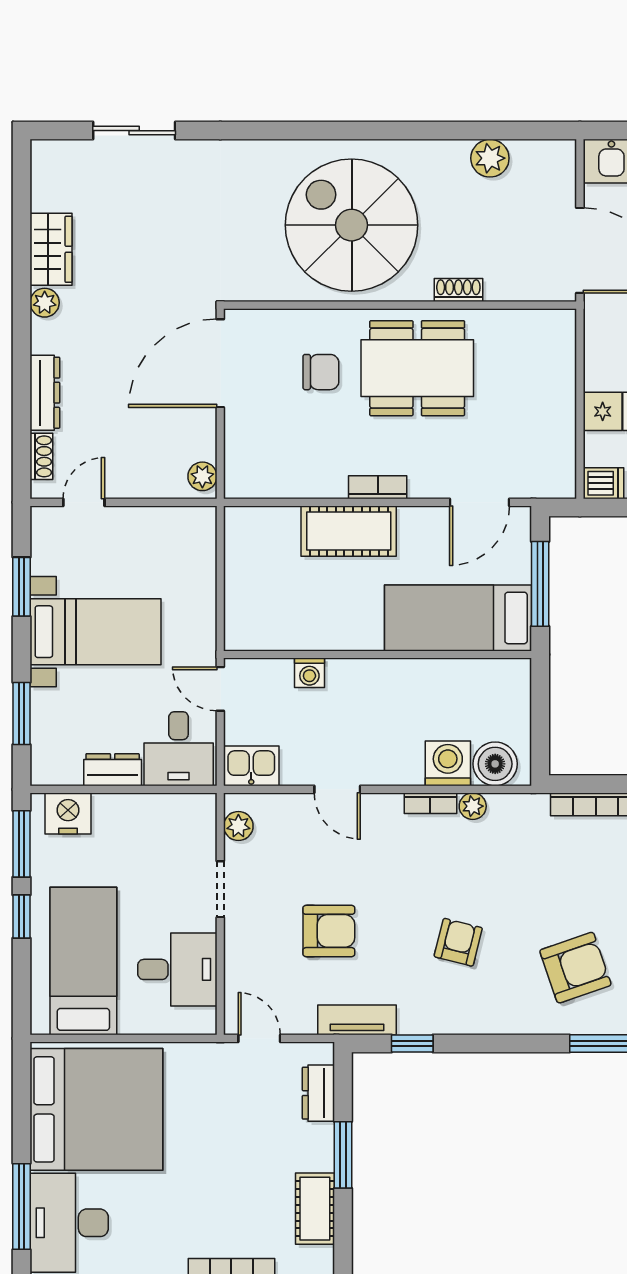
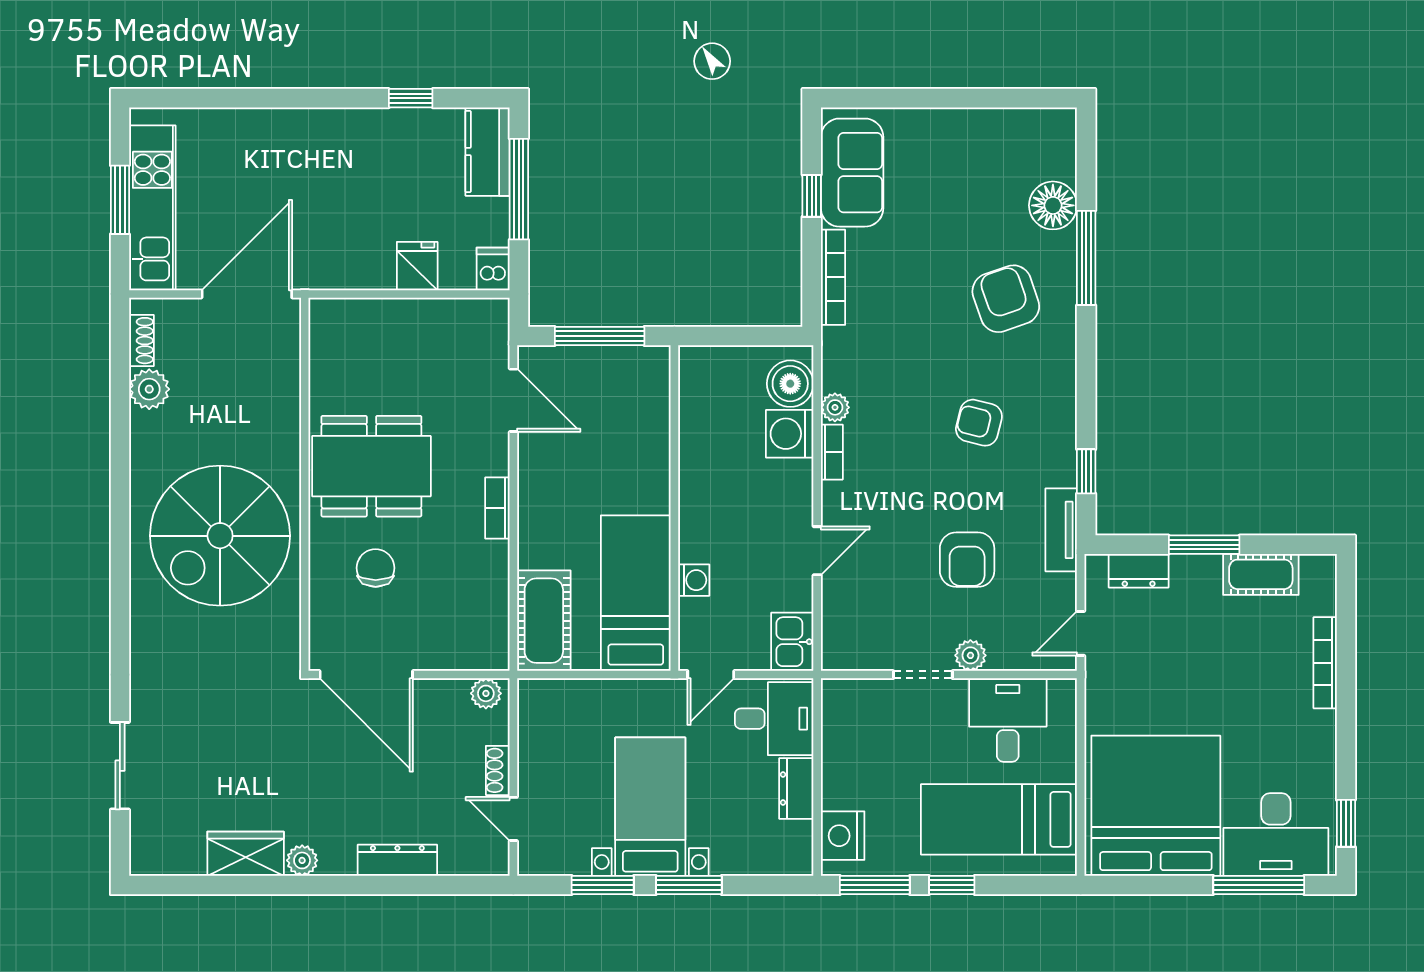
shoe rack: (458, 290) -> (142, 341), moved, turned 180
dining table: (417, 368) -> (371, 466), turned 90
shoe rack: (41, 456) -> (498, 770), moved, turned -90
cot: (349, 531) -> (544, 621), moved
bed: (458, 618) -> (636, 593), moved, turned 180
window: (21, 714) -> (689, 885), moved
plant: (238, 826) -> (970, 655), moved
armchair: (329, 931) -> (967, 560), turned 180

